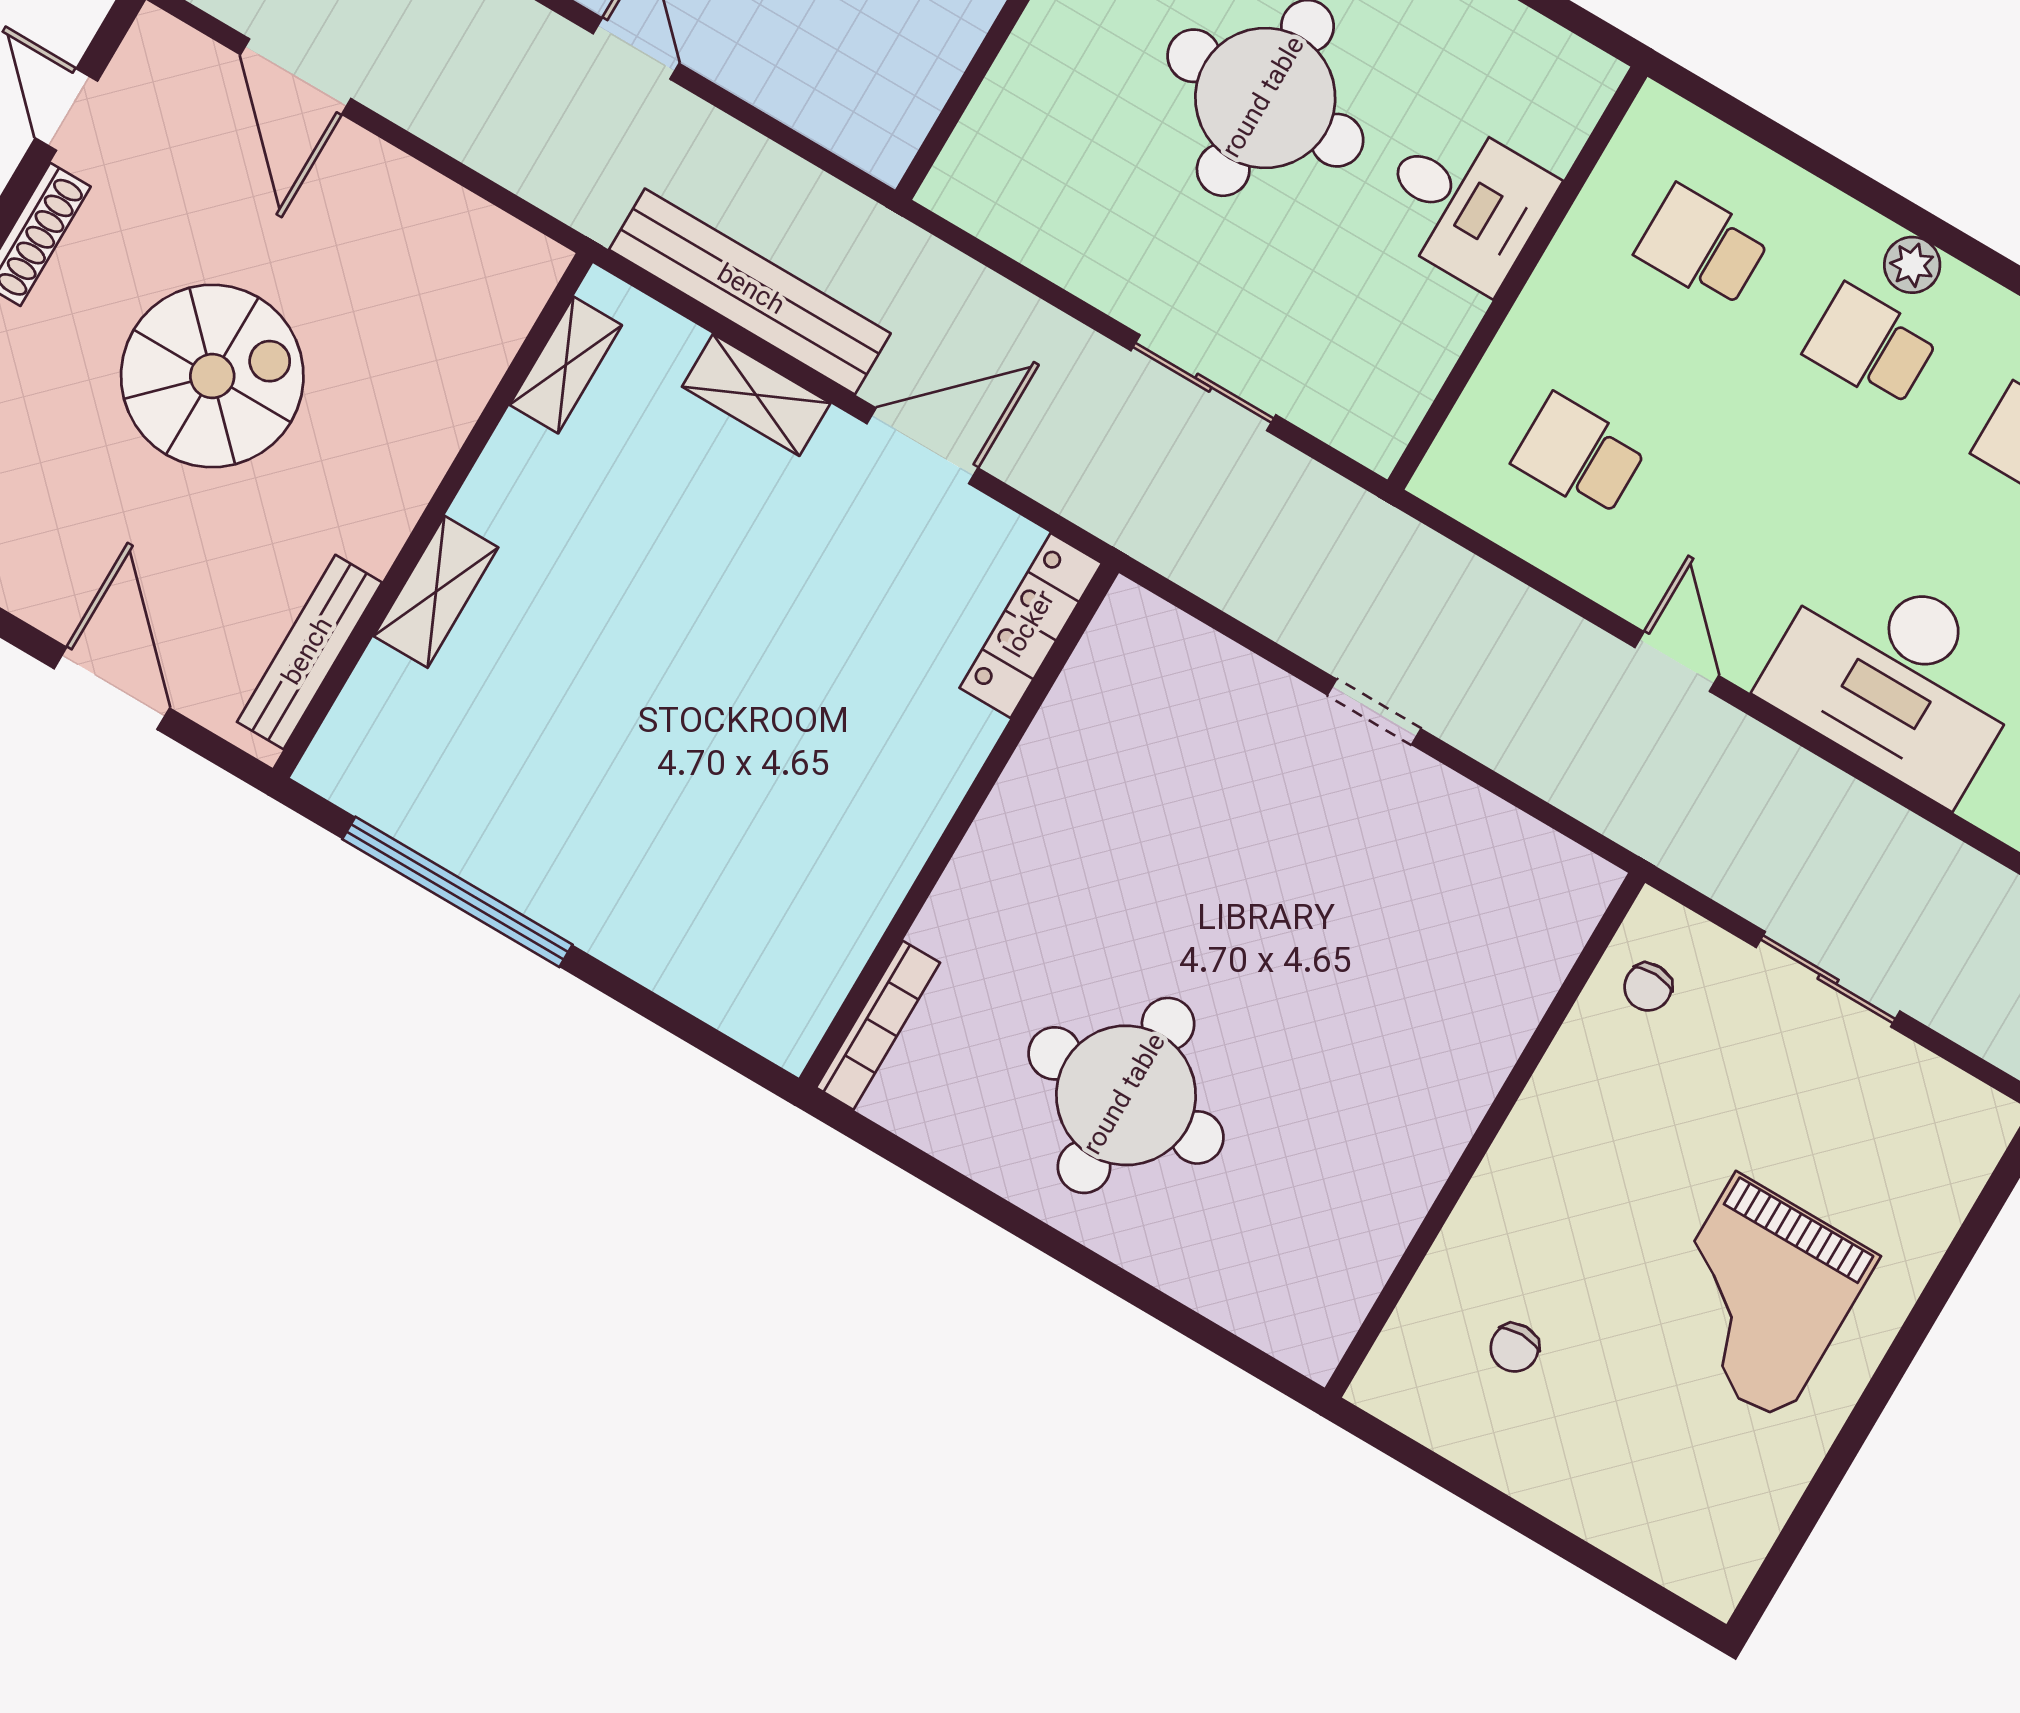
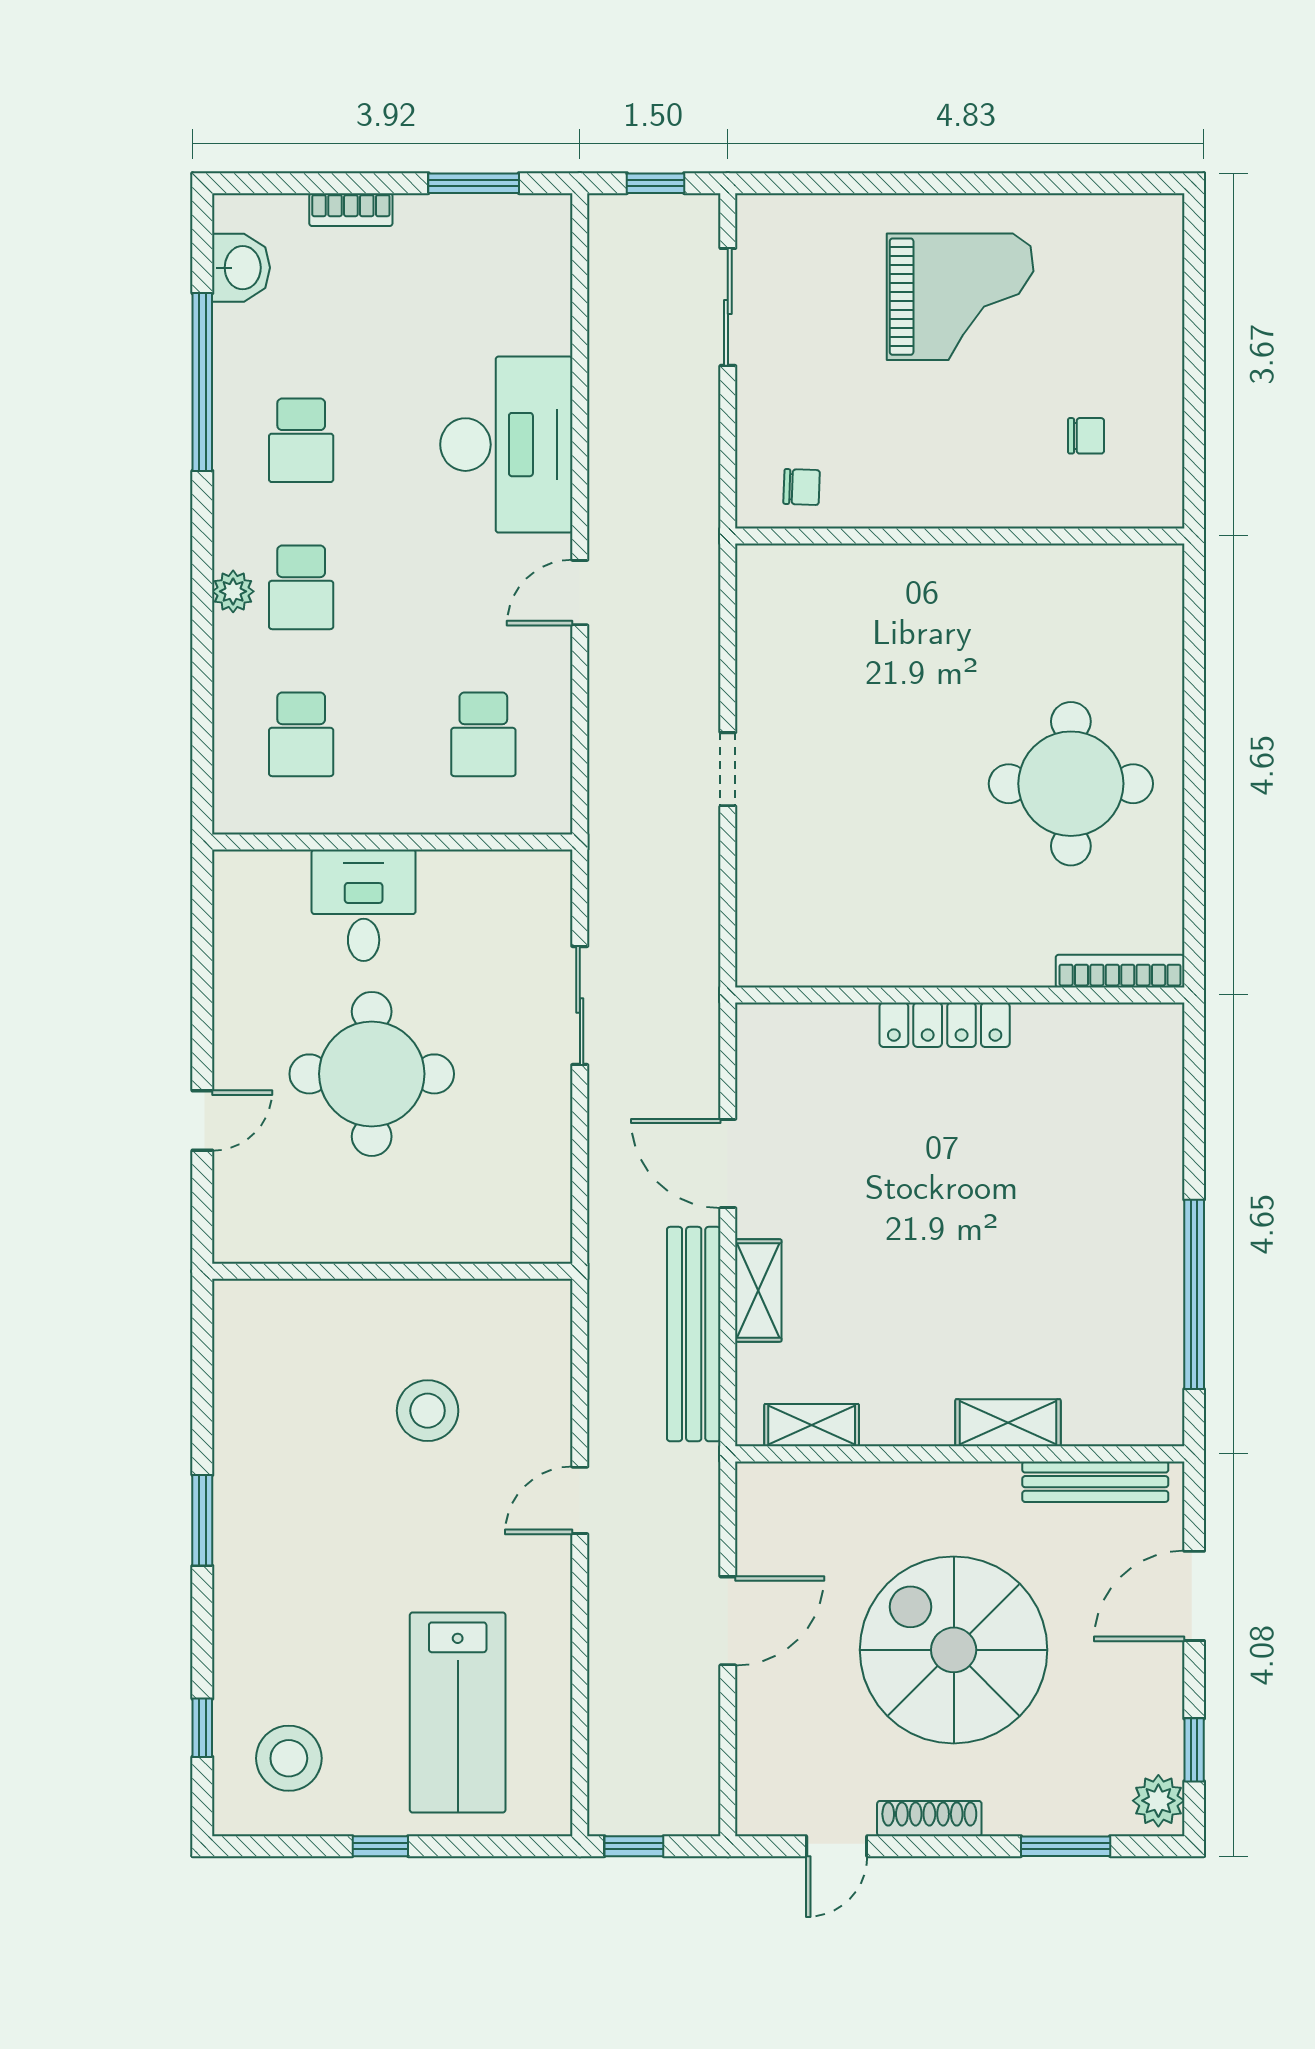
door: (296, 77) -> (728, 1621), moved
spiral stairs: (212, 376) -> (954, 1650), width x1.37, depth x1.37
locker: (1031, 625) -> (945, 1025), moved
sliding door: (1828, 979) -> (728, 307), moved

